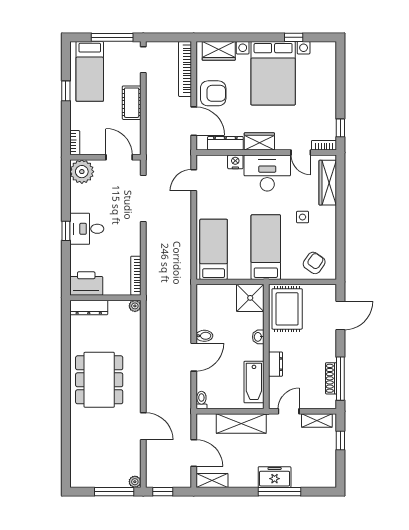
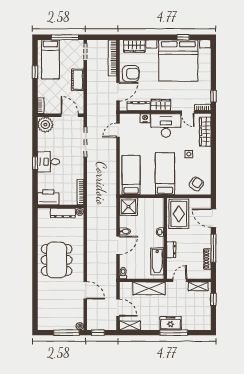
bed with nightstands: (273, 73) -> (178, 61), width x1.36
door: (194, 121) -> (118, 92), hinge flipped
shower: (250, 298) -> (128, 207), moved
dresser: (89, 307) -> (63, 213), moved
door: (340, 316) -> (213, 218), swing flipped
window: (340, 379) -> (213, 248), moved

